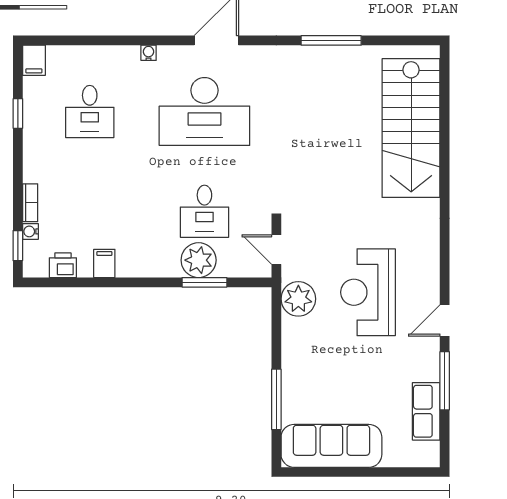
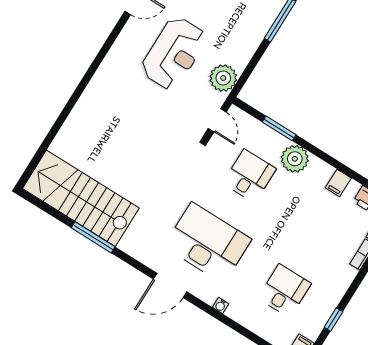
stairs: (411, 128) -> (81, 198), moved, turned -90
plant: (199, 260) -> (295, 159), moved

